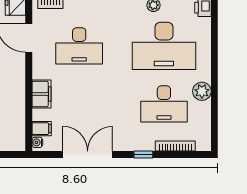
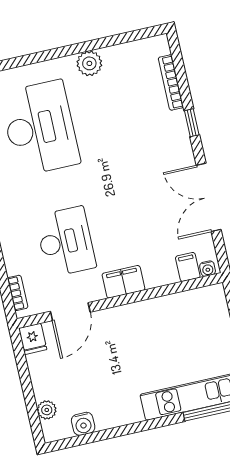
filing cabinet: (41, 94) -> (123, 282), moved
desk: (164, 104) -> (118, 110), removed

